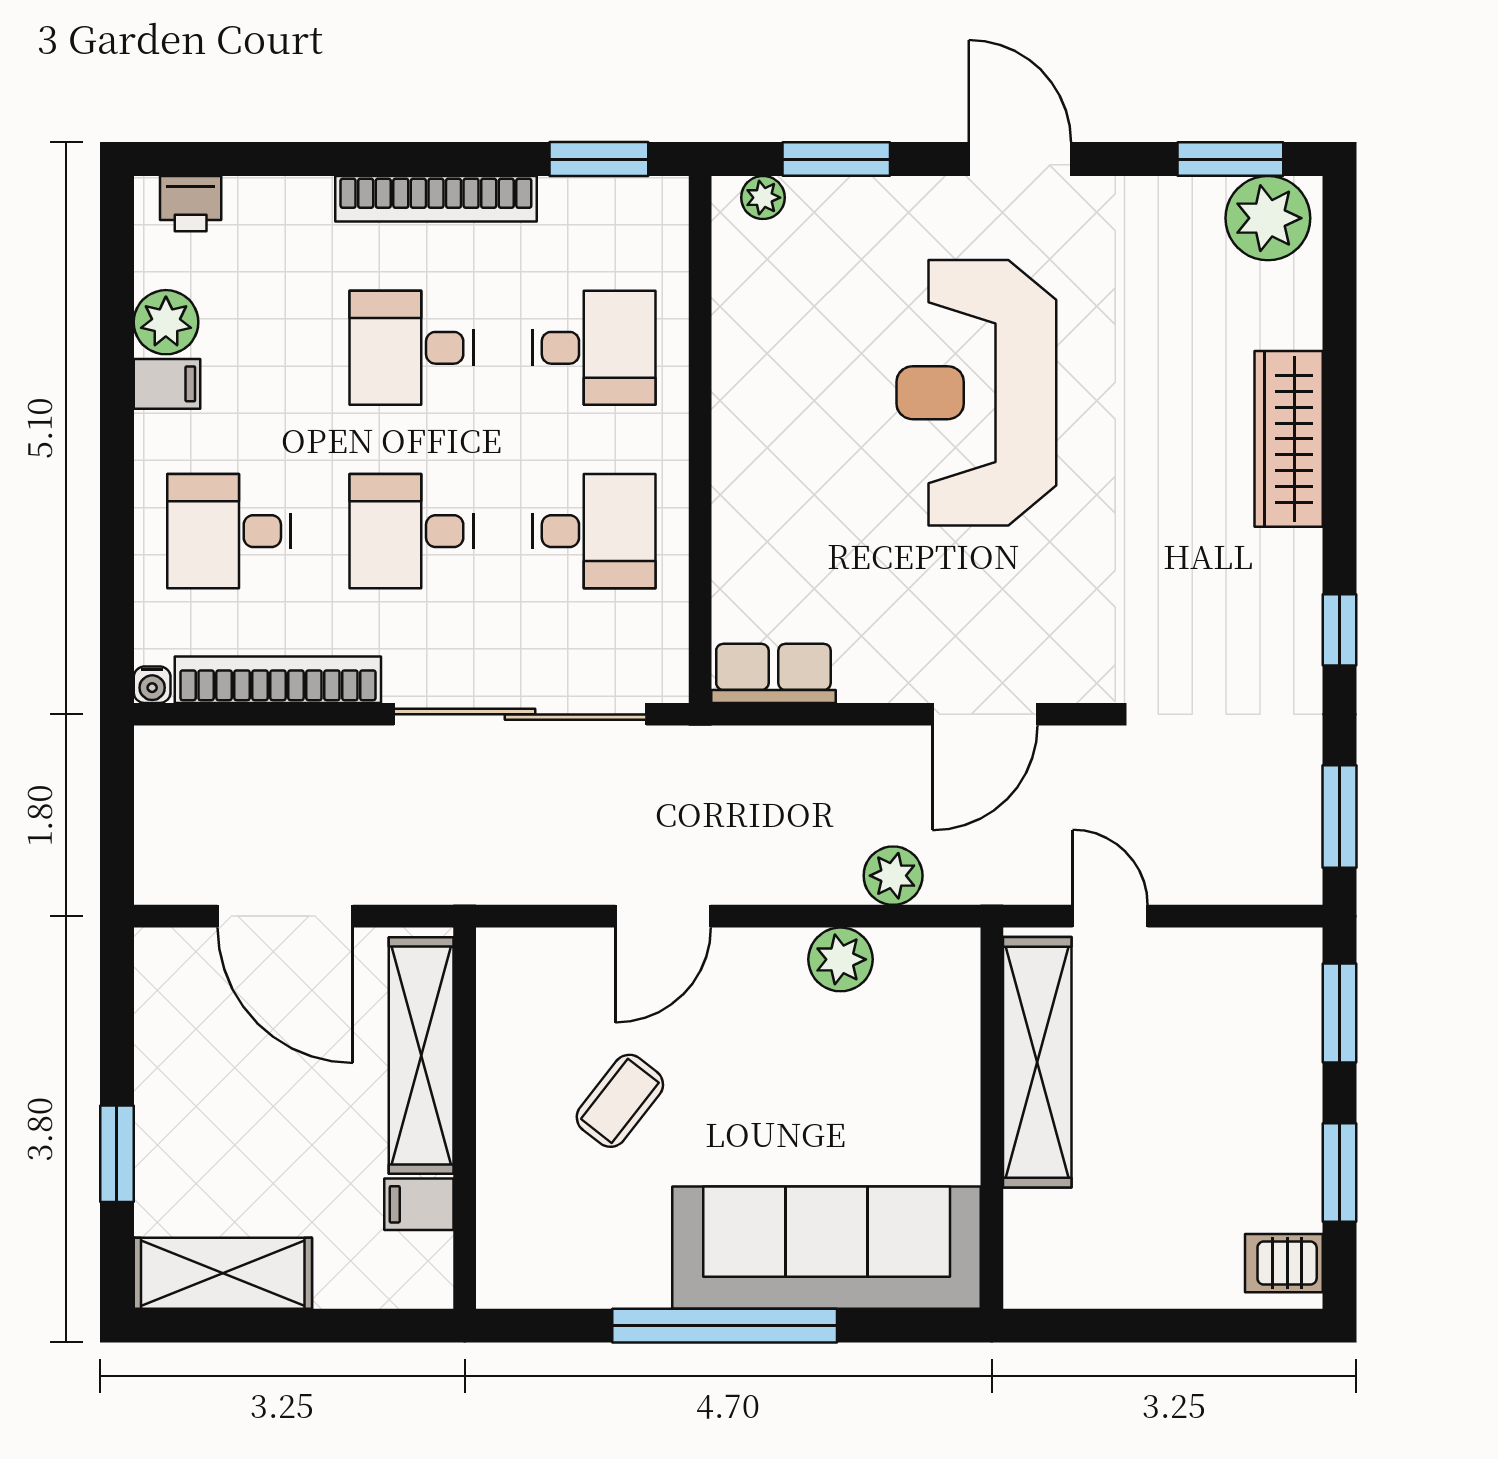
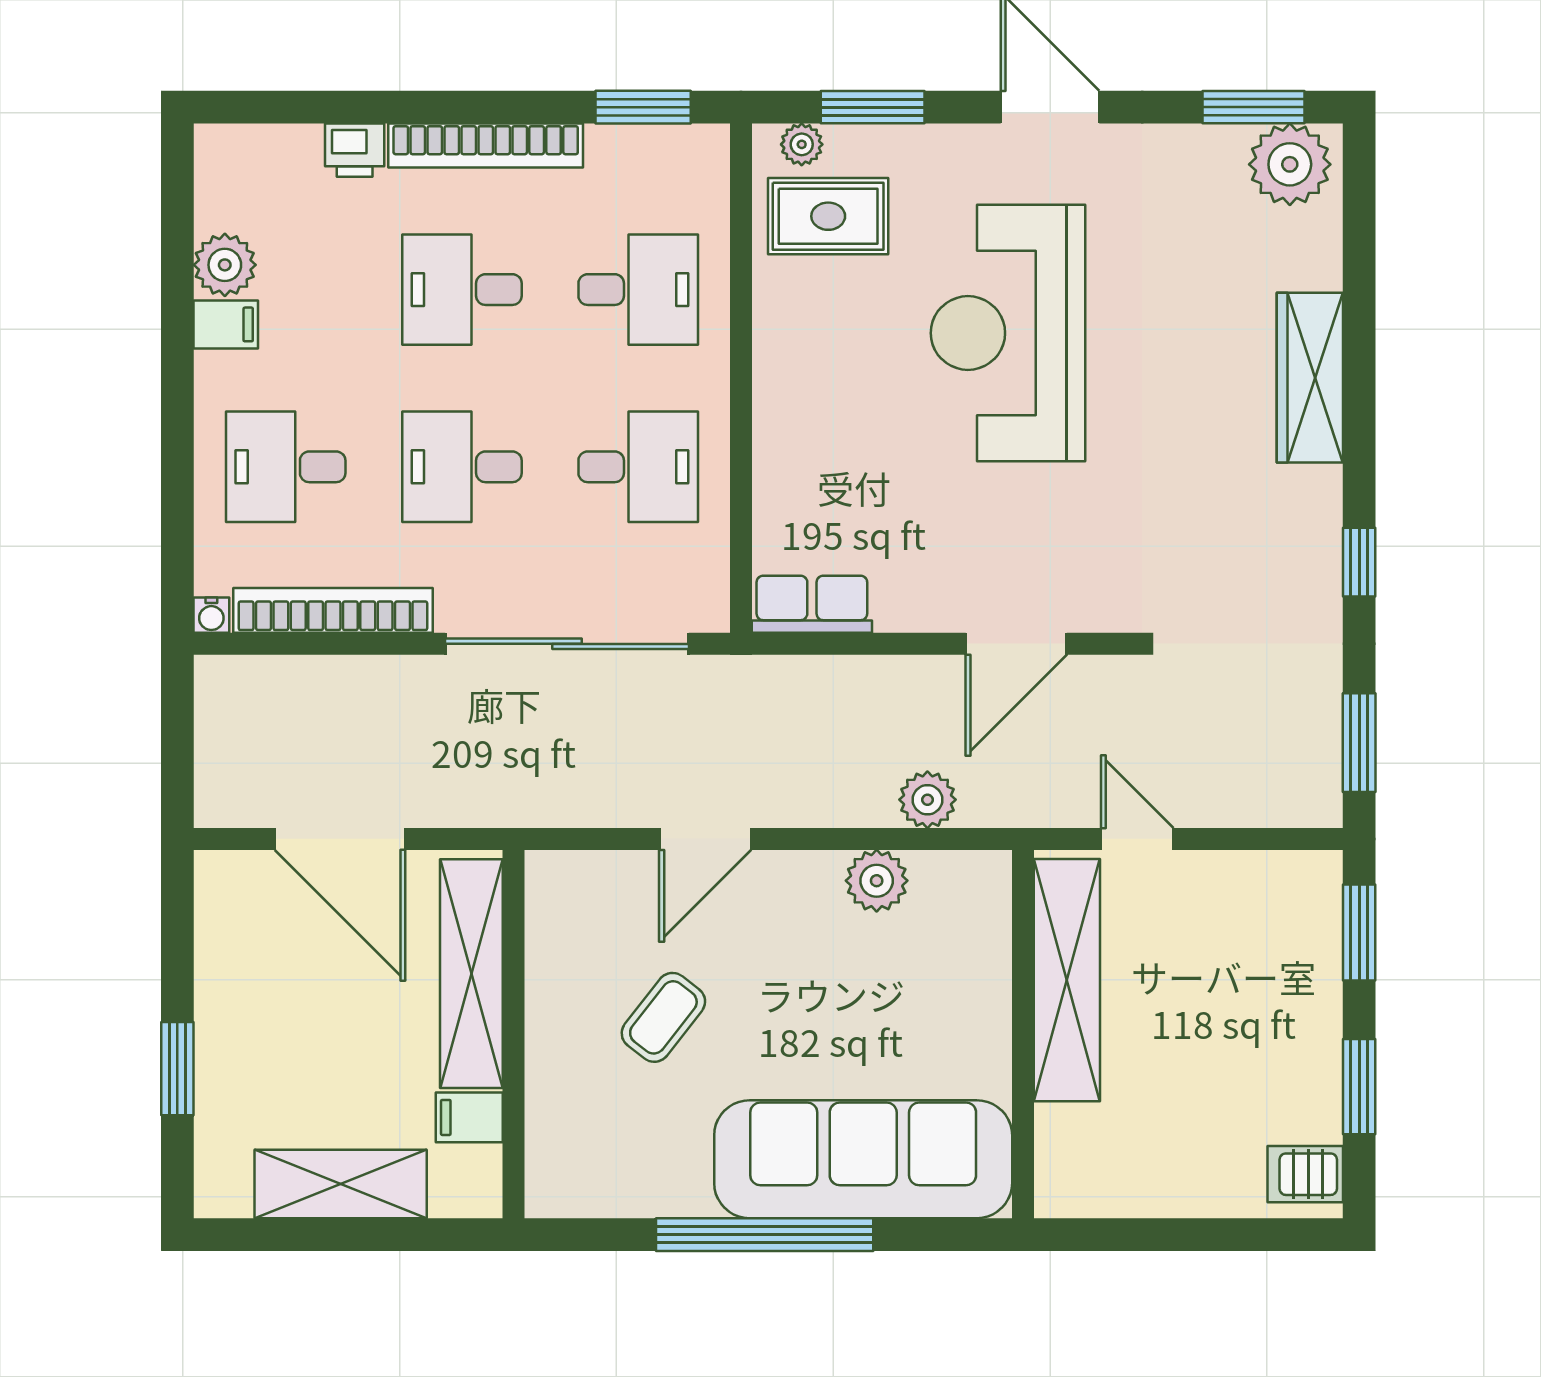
printer: (191, 204) -> (355, 150), moved
rug: (790, 272) -> (828, 216), added
shelving: (223, 1273) -> (341, 1184), moved

